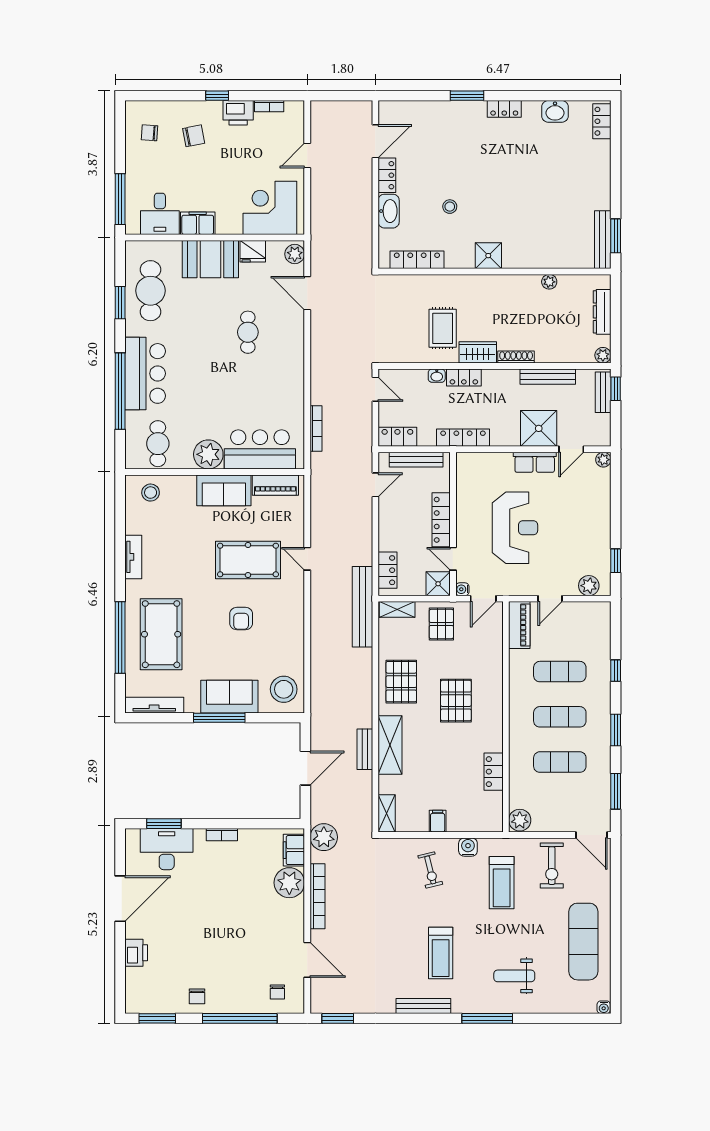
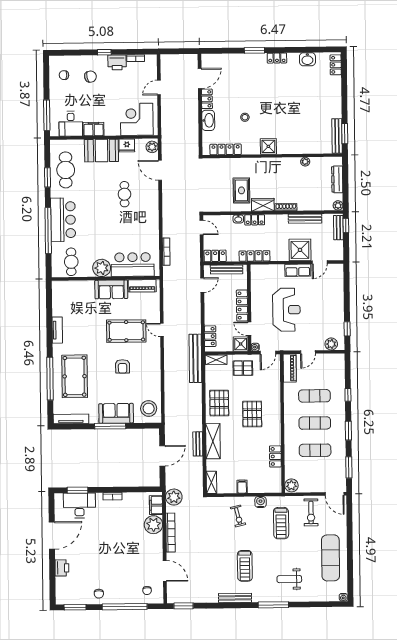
plant: (603, 460) -> (339, 268), removed
stool: (151, 493) -> (67, 291), removed
pallet: (441, 624) -> (243, 368), turned 90

